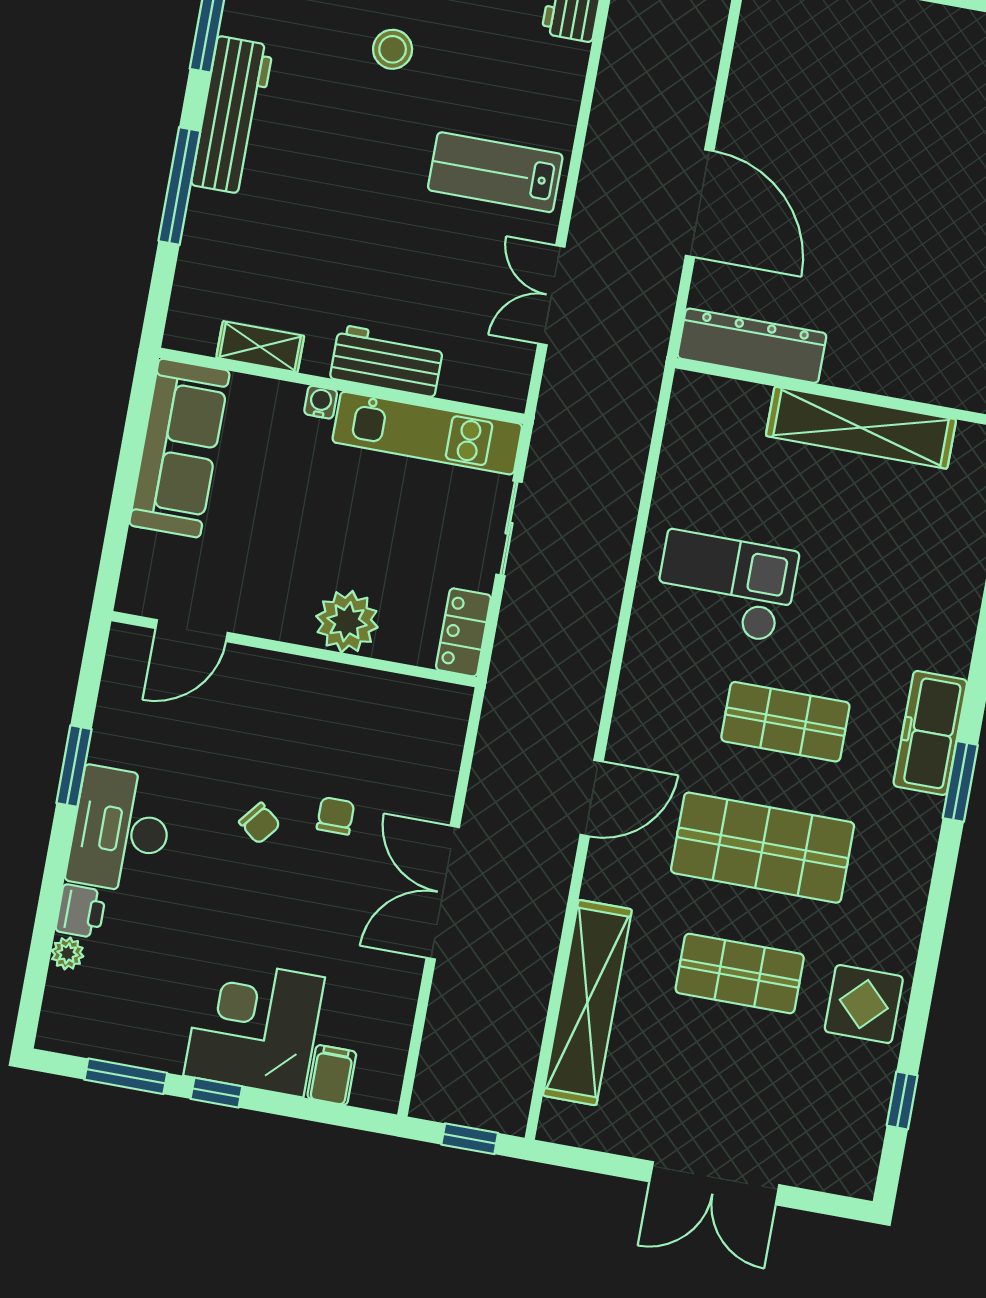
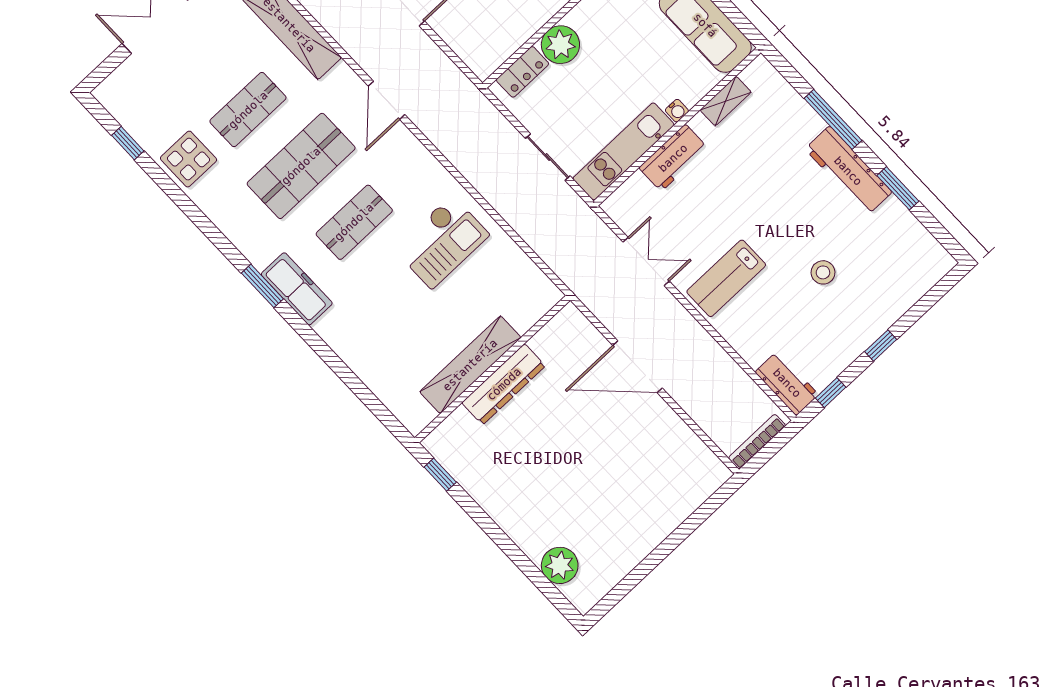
lab bench: (495, 172) -> (726, 278), turned 180
dresser: (752, 346) -> (504, 384), moved
locker: (463, 632) -> (522, 72), moved, turned 90

